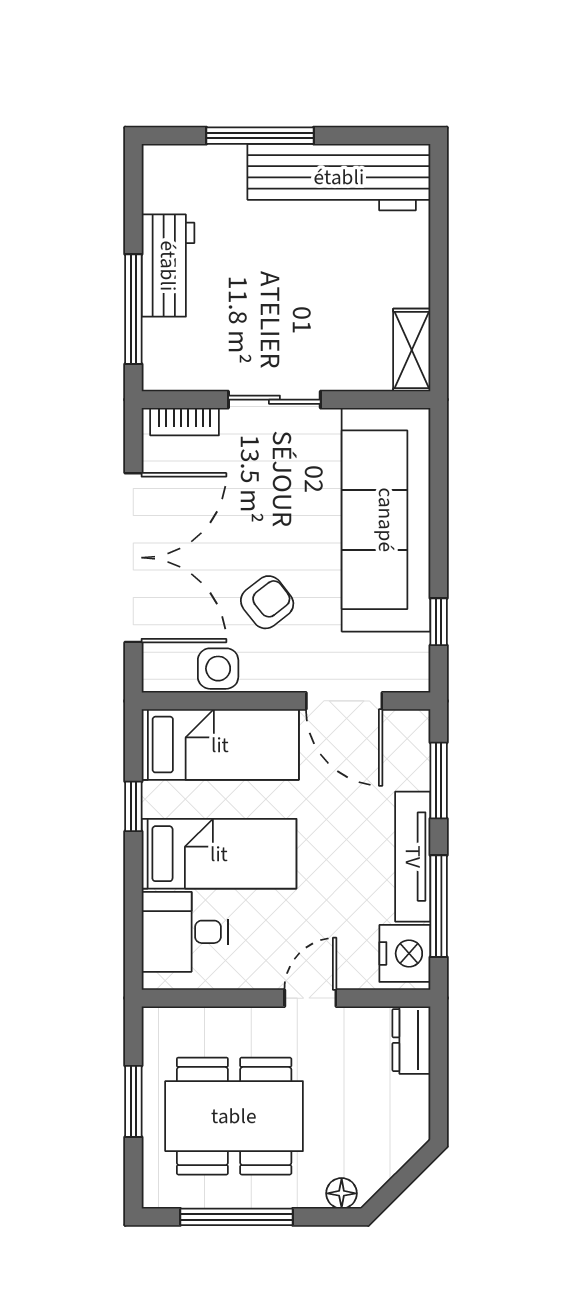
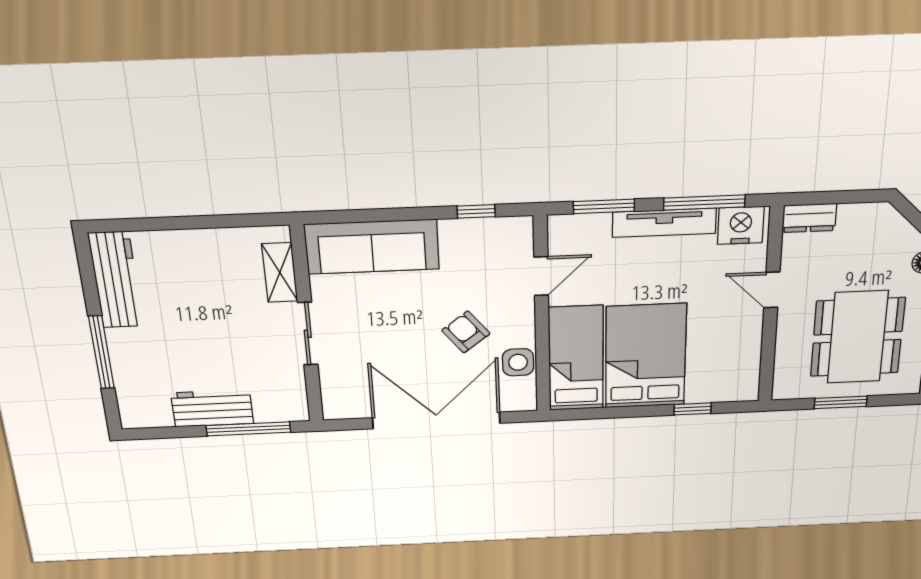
workbench: (339, 177) -> (116, 280), width x0.73, depth x0.76
shelving: (412, 350) -> (280, 273), moved, turned 90
bookcase: (185, 422) -> (331, 392), removed
sofa: (386, 520) -> (372, 247), width x0.74, depth x0.79
door: (344, 701) -> (541, 276), width x0.73
window: (133, 806) -> (693, 409), moved
bed: (219, 854) -> (646, 356), width x1.50
desk: (185, 932) -> (717, 375), removed

